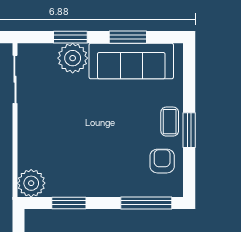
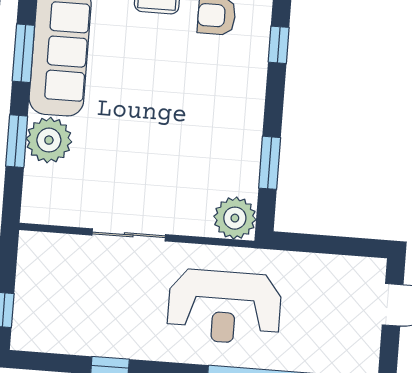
sliding door: (15, 79) -> (129, 235), moved
window: (146, 203) -> (279, 45), width x0.46

